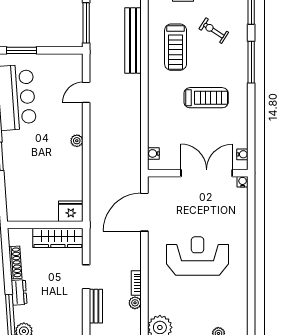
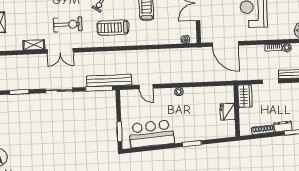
bench: (133, 40) -> (109, 80), moved
treadmill: (176, 47) -> (113, 28), turned 180
fridge: (71, 211) -> (228, 112), moved
wardrobe: (58, 238) -> (245, 96), width x0.67

